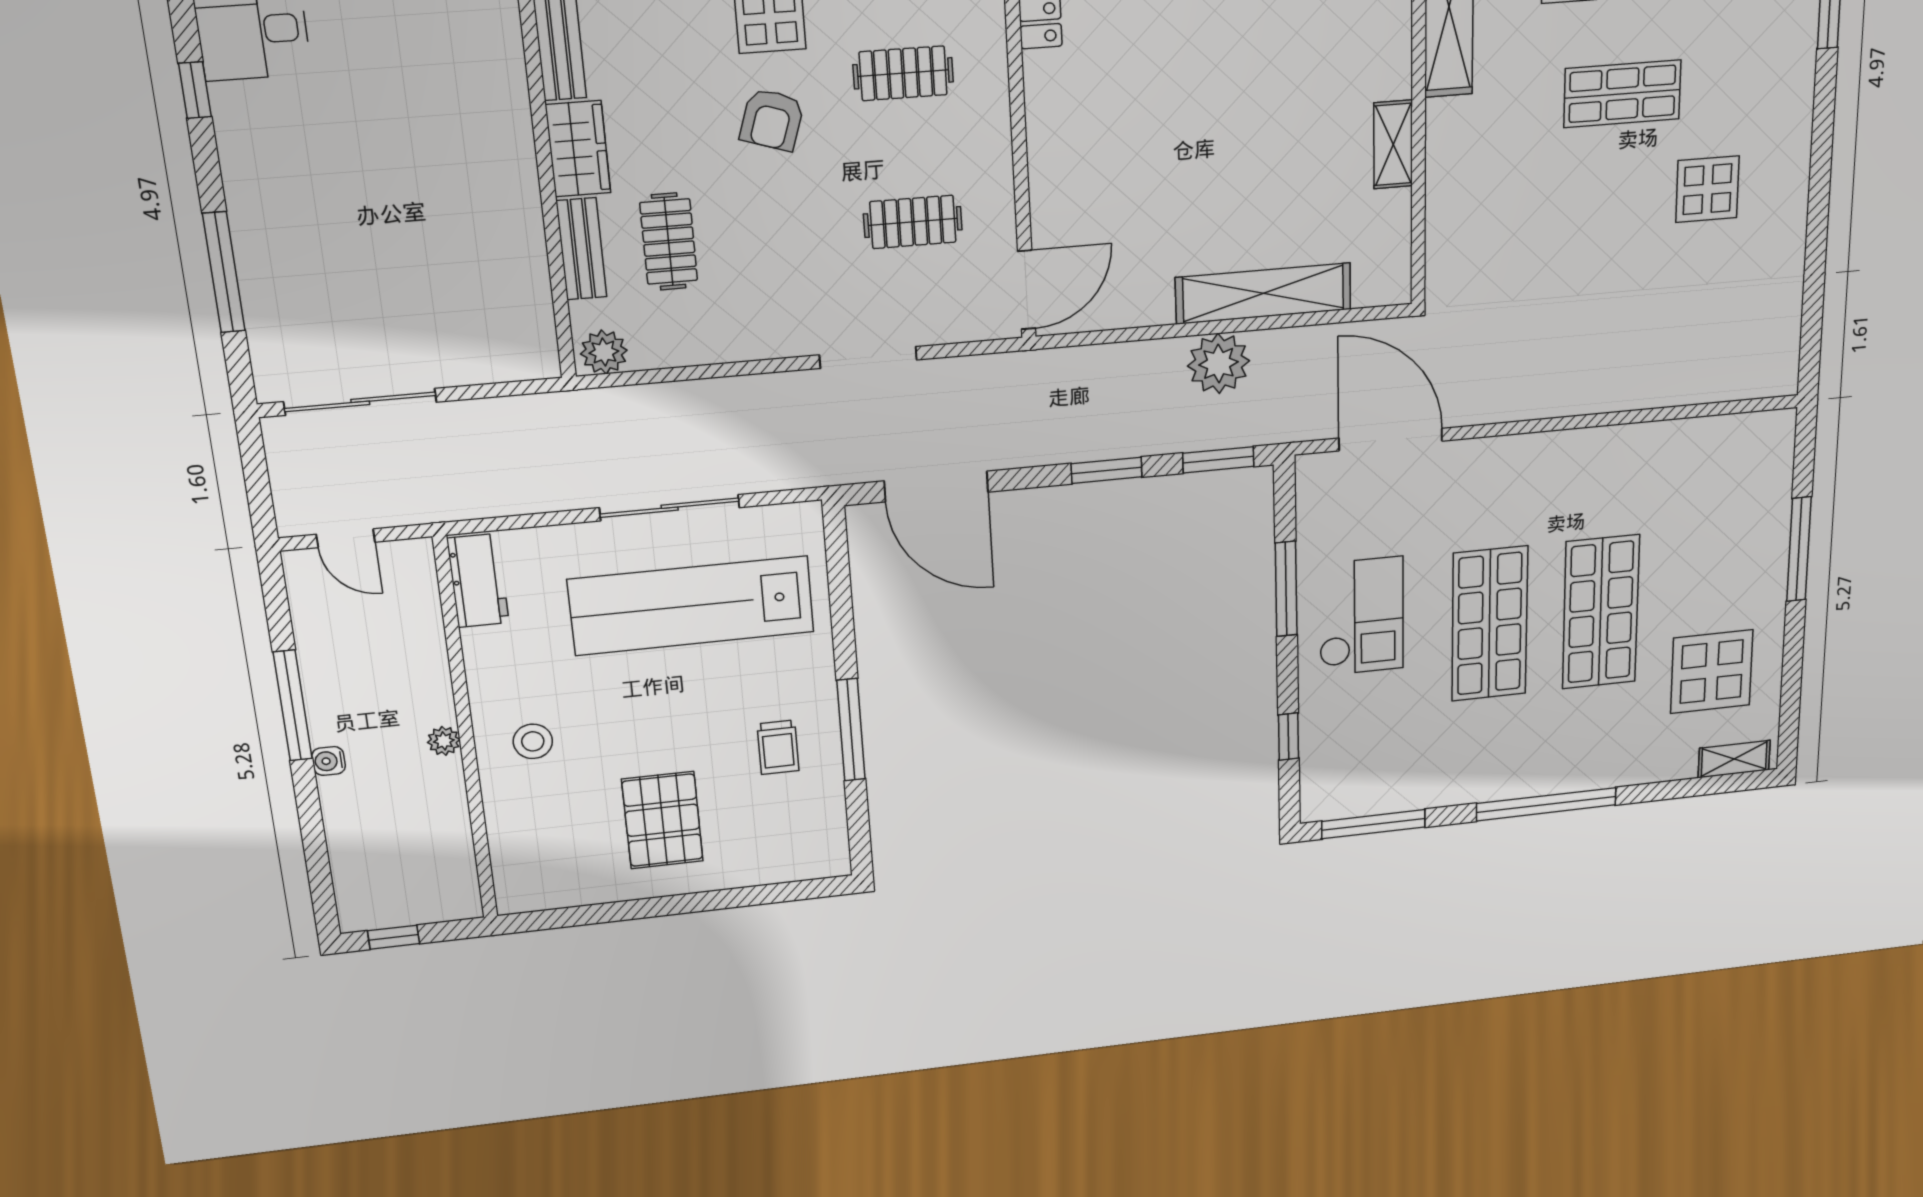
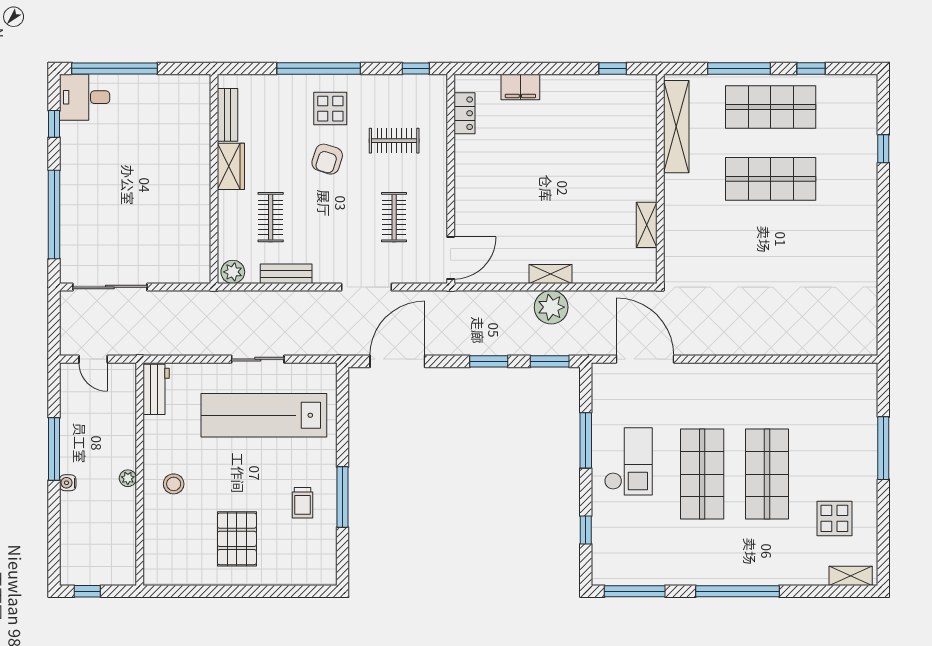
shop shelf: (1622, 94) -> (771, 179), width x1.43, depth x1.36
shelving: (1393, 144) -> (647, 225), moved
display table: (1707, 189) -> (820, 234), removed
clothes rail: (913, 222) -> (394, 217), turned 90
bench: (581, 249) -> (286, 274), moved, turned 90
window: (224, 272) -> (54, 215), width x1.46
shelving: (1263, 293) -> (550, 274), width x0.45, depth x0.75
door: (936, 486) -> (397, 361), swing flipped
sliding door: (670, 508) -> (258, 359), width x0.73
display table: (1712, 672) -> (834, 518), width x0.73, depth x0.73

